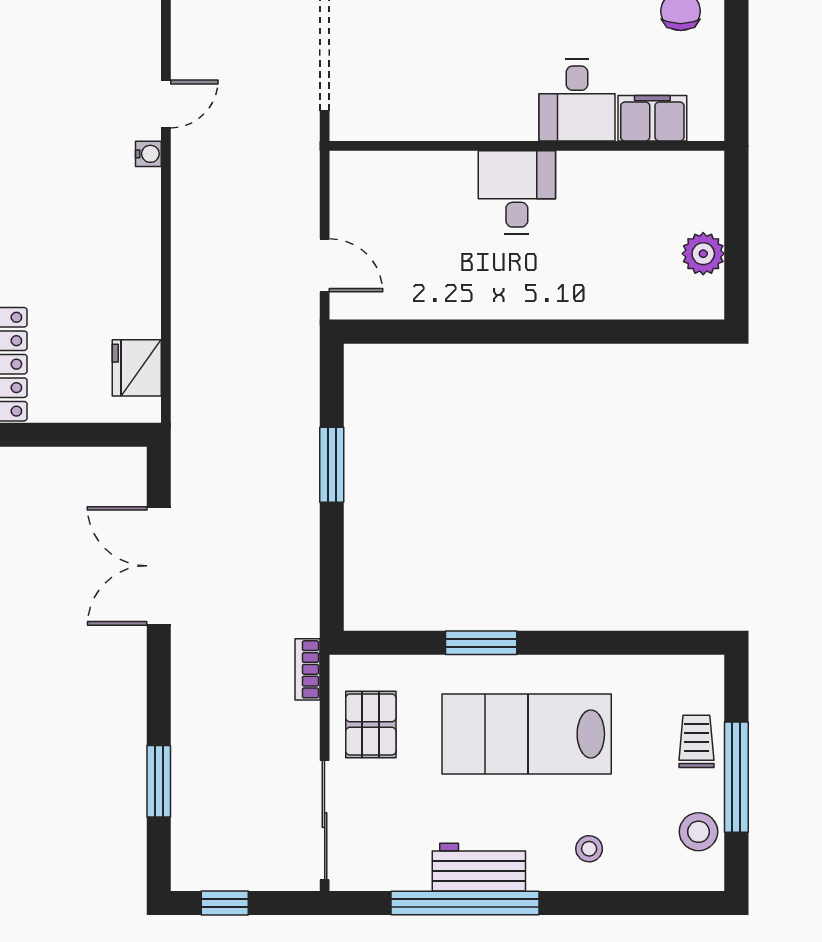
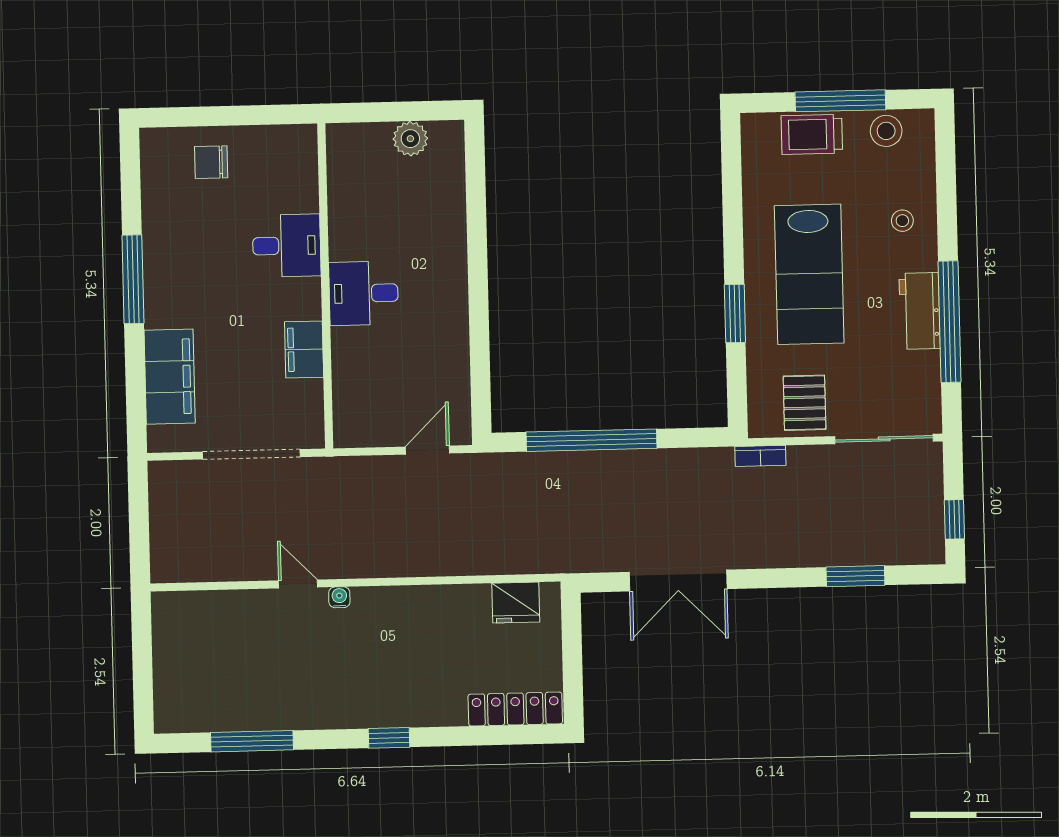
filing cabinet: (652, 118) -> (304, 349), moved
window: (332, 465) -> (592, 440), width x2.11
pallet: (371, 725) -> (805, 403), turned 90
trolley: (696, 741) -> (812, 134), width x1.36, depth x1.39

